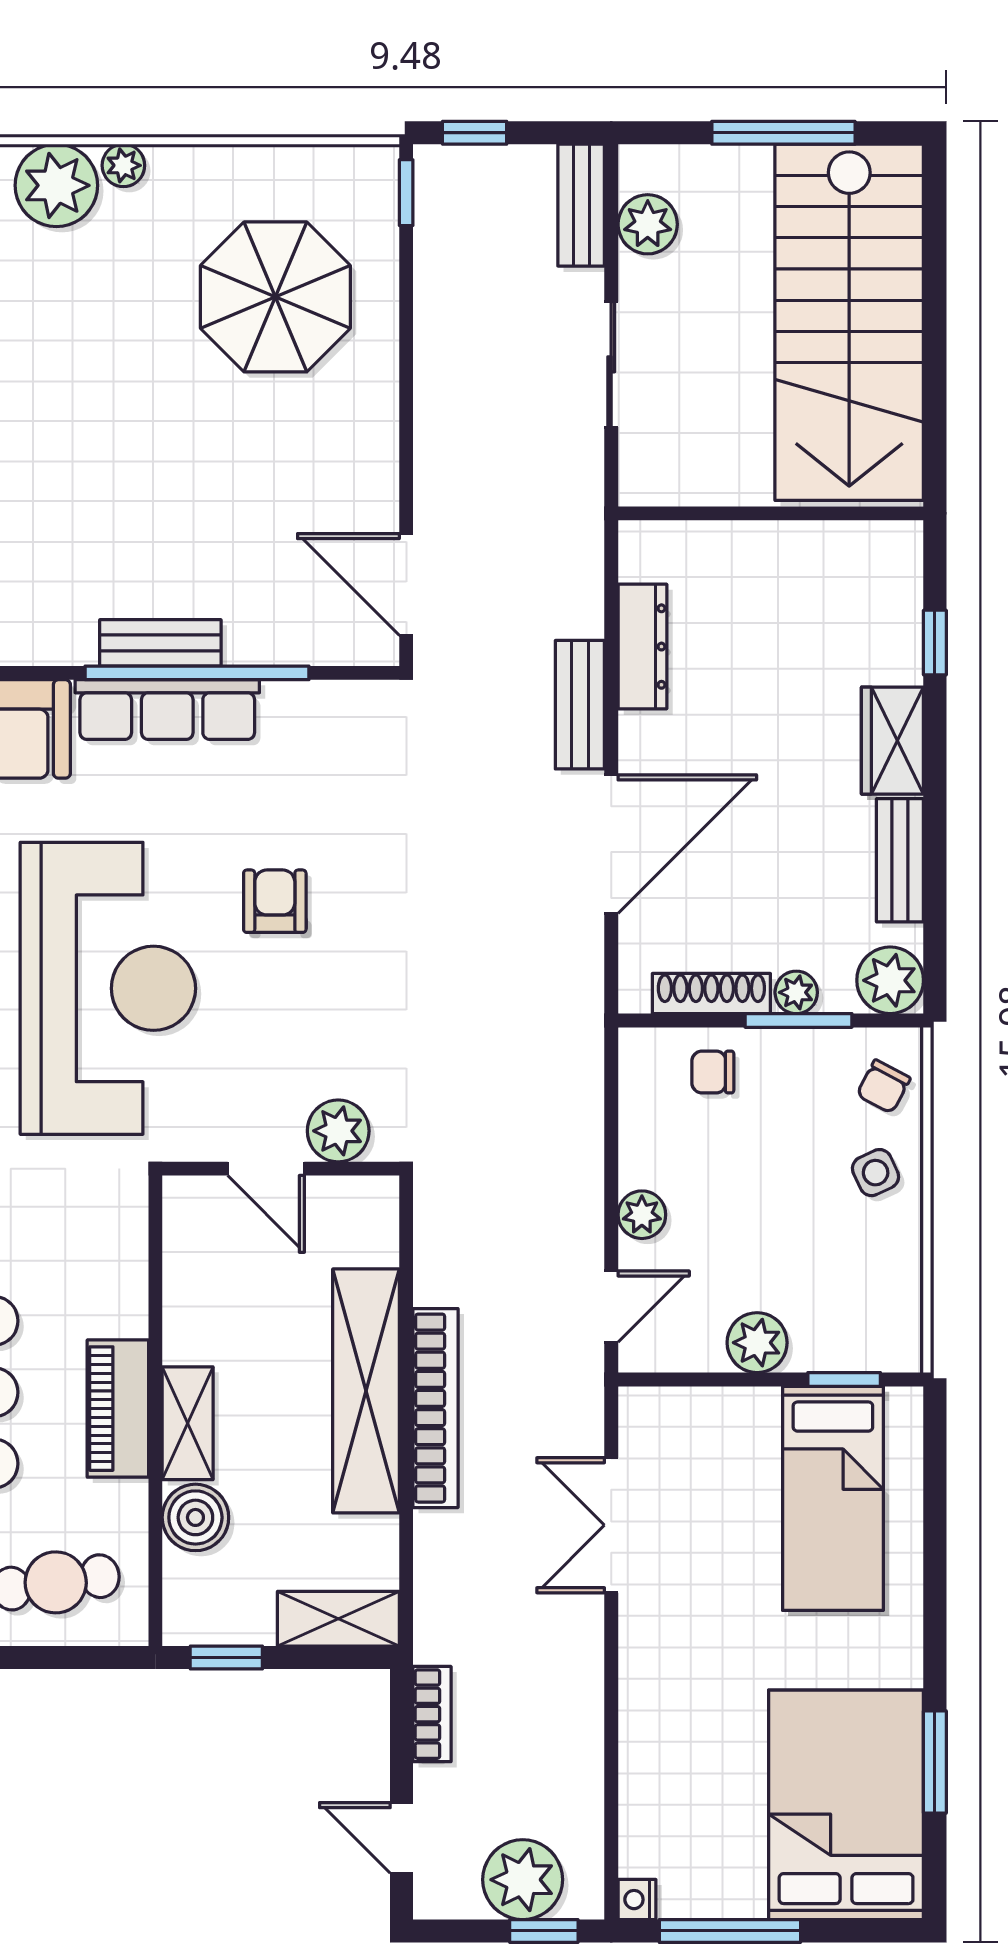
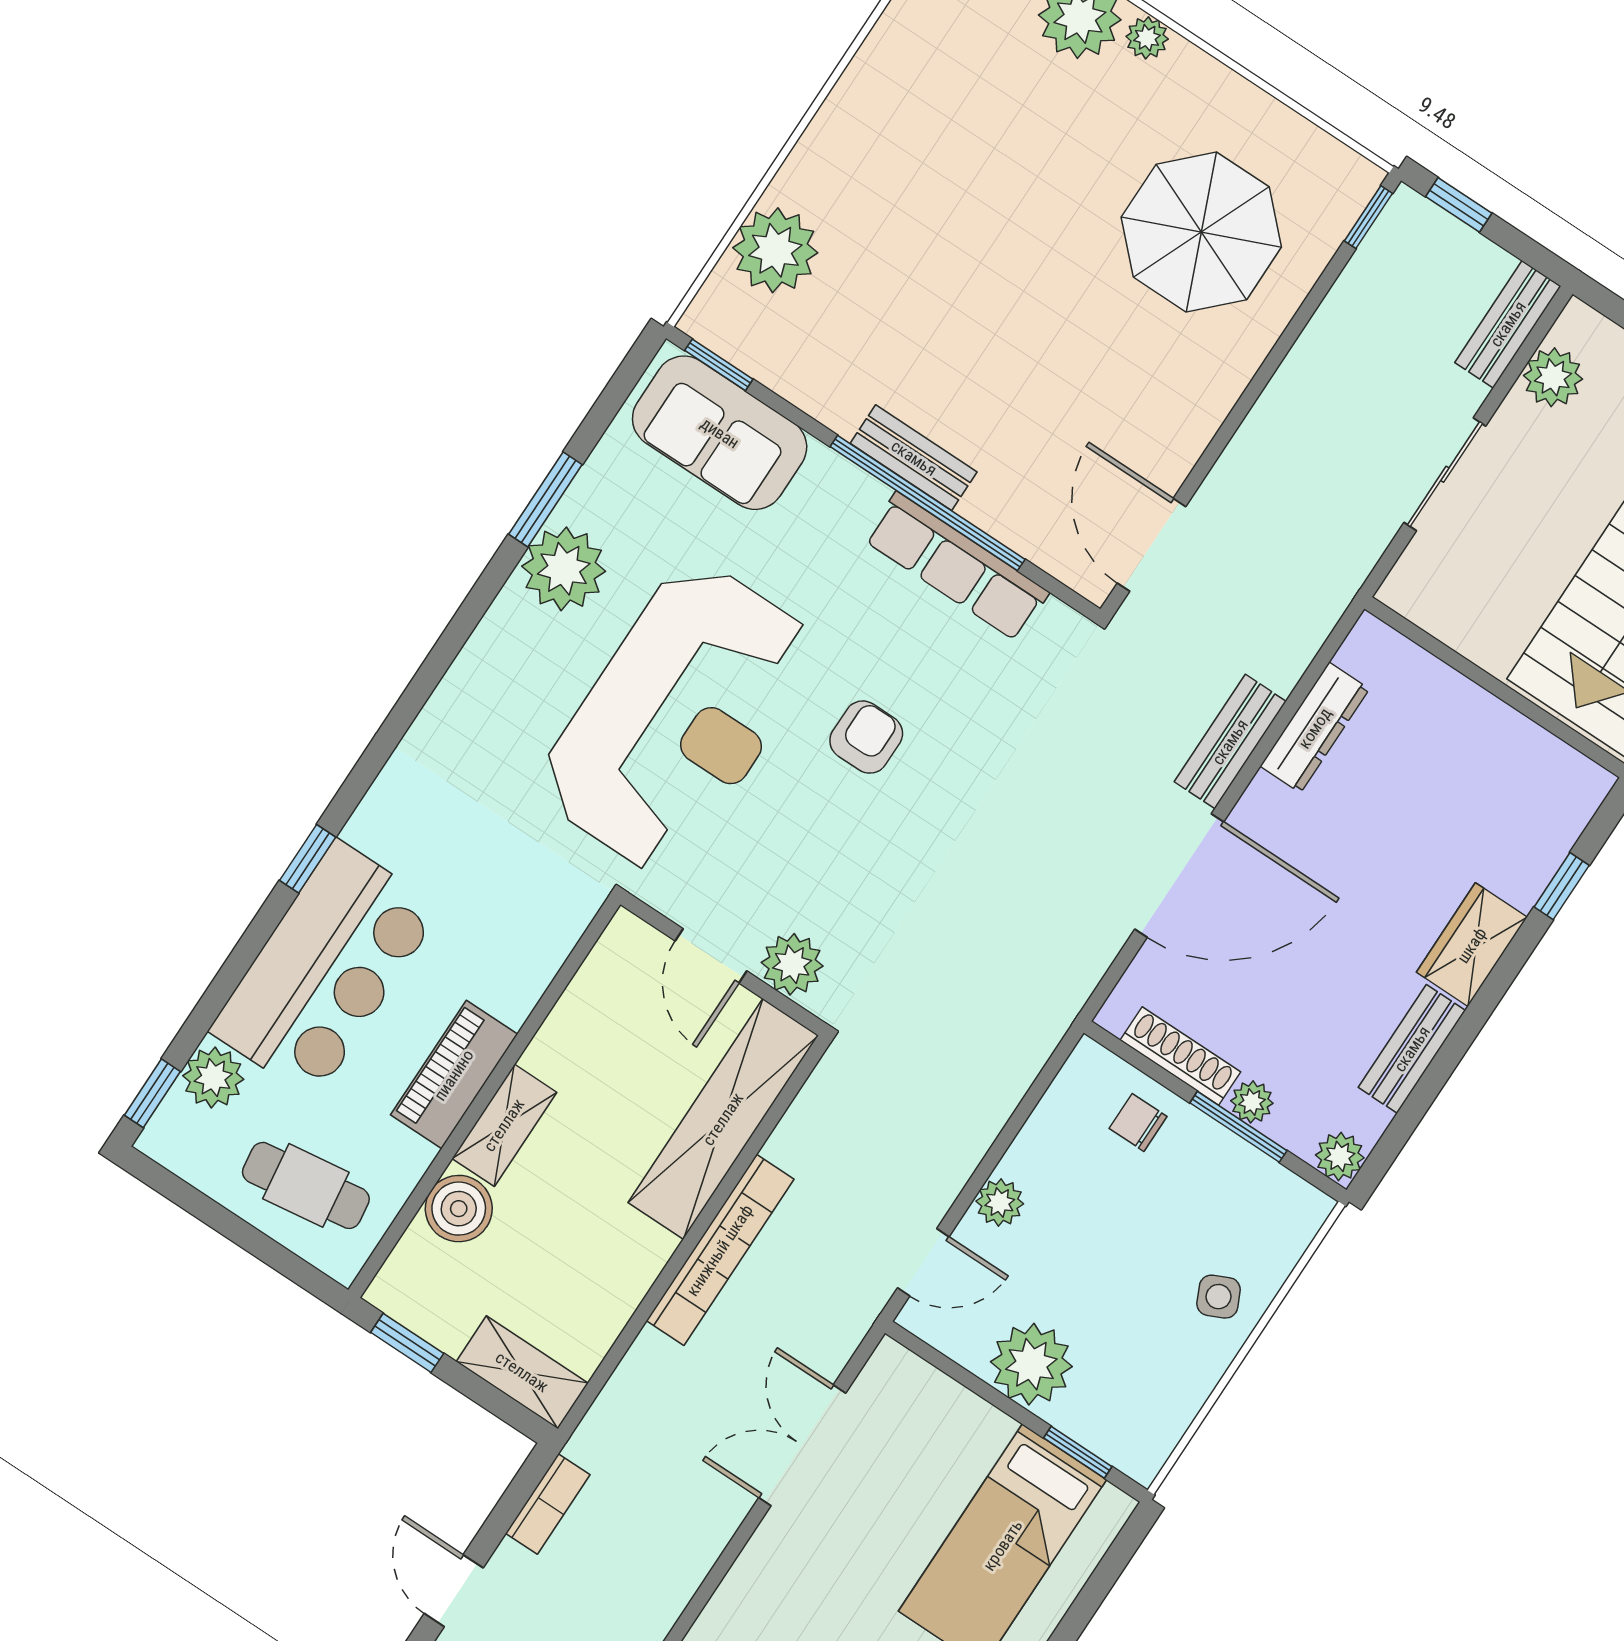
row of seats: (167, 710) -> (957, 566), moved
plant: (890, 980) -> (1340, 1156), width x0.73, depth x0.73
chair: (883, 1086) -> (1273, 1229), removed
plant: (757, 1343) -> (1031, 1364), width x1.36, depth x1.36
shelving: (366, 1391) -> (723, 1119), moved

